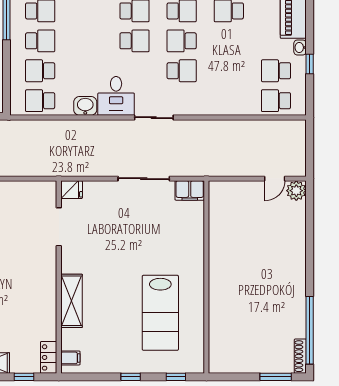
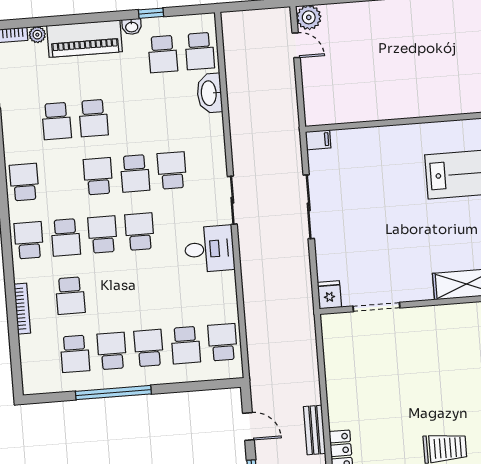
school desk: (40, 101) -> (223, 342), turned 180
washbasin: (85, 106) -> (209, 93), moved, width x1.38
filing cabinet: (190, 190) -> (318, 140), width x0.50

